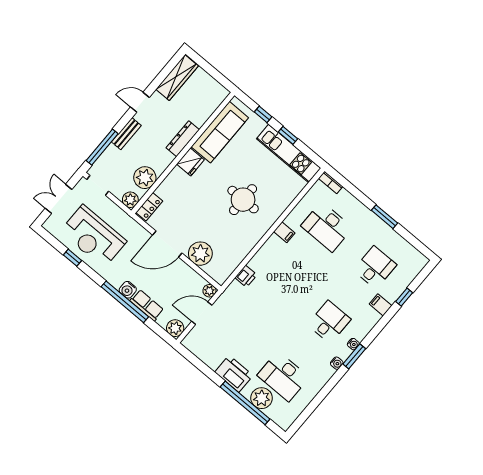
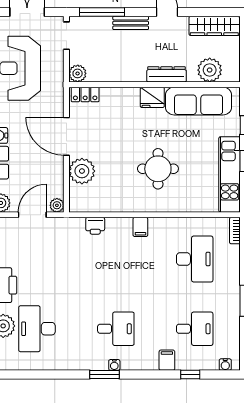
plant: (145, 178) -> (210, 70), moved
desk: (327, 227) -> (195, 259), turned 180
filing cabinet: (284, 232) -> (140, 227), moved
door: (202, 313) -> (32, 215), hinge flipped
water cooler: (337, 363) -> (225, 365), moved

